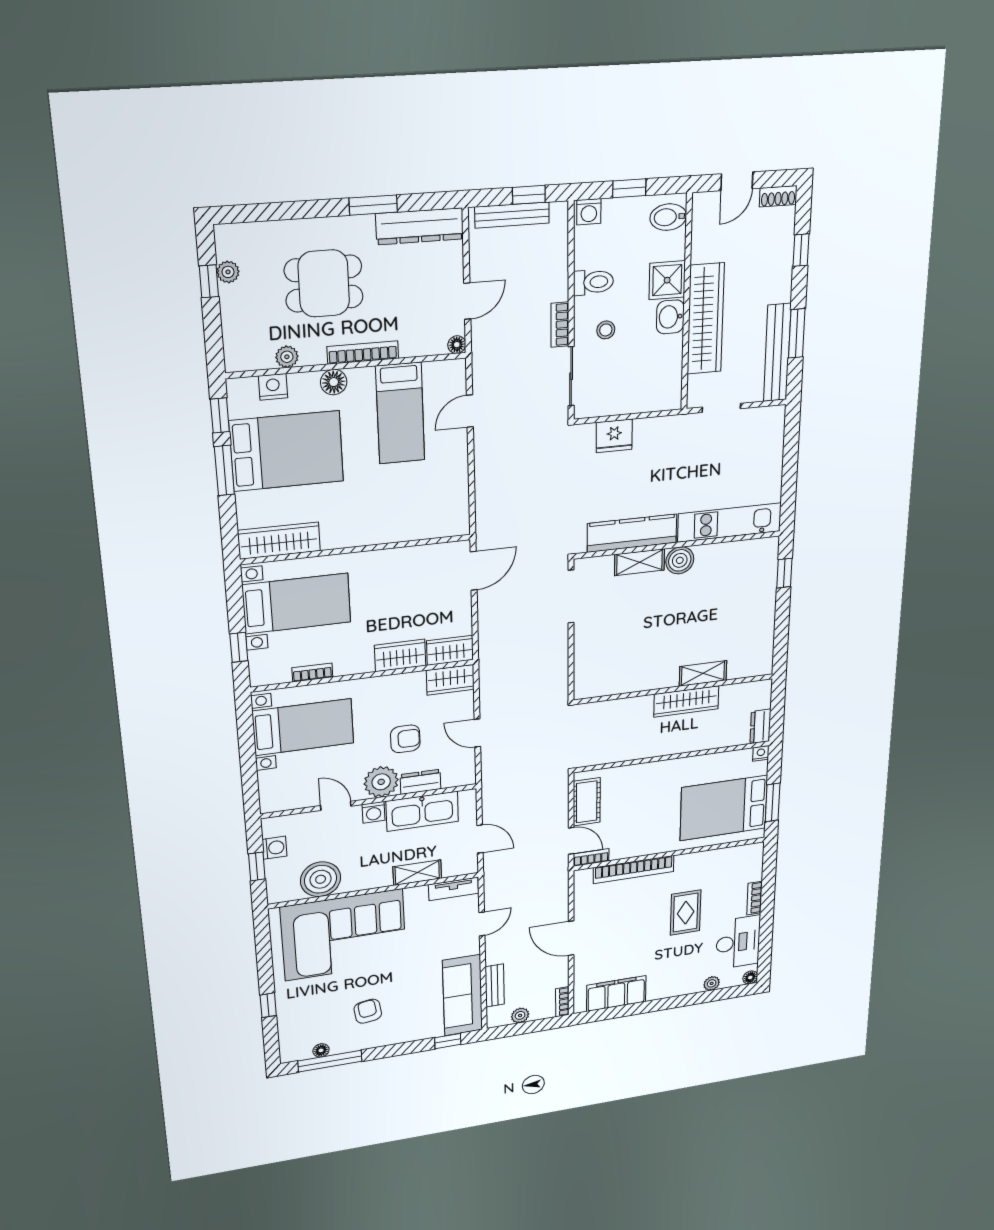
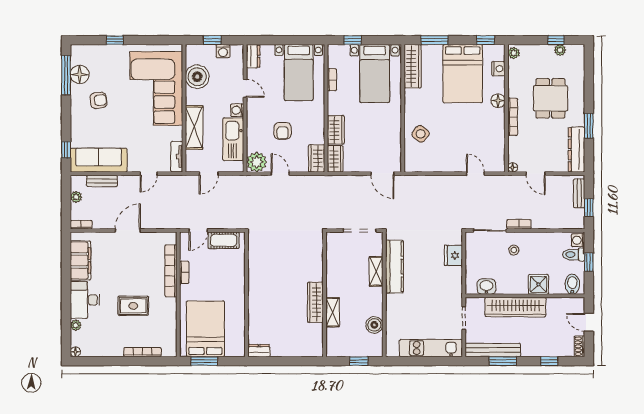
bench: (512, 215) -> (579, 193), width x0.73
toilet: (593, 282) -> (574, 255), moved, turned 90
washbasin: (670, 317) -> (486, 287), moved
plant: (287, 357) -> (514, 53), moved
bed: (400, 413) -> (478, 136), removed
window: (224, 470) -> (435, 40), moved
side table: (401, 514) -> (421, 134), added
kitchen unit: (730, 522) -> (431, 348), moved, turned -90
boiler: (680, 560) -> (374, 325), moved
shelving: (703, 673) -> (333, 312), moved
wall: (674, 689) -> (325, 294), moved
wardrobe: (686, 701) -> (315, 302), moved
door: (477, 733) -> (280, 174), hinge flipped
nightstand: (761, 753) -> (240, 352), removed
plant: (381, 782) -> (257, 162), moved
dresser: (420, 782) -> (253, 56), moved
door: (336, 806) -> (245, 88), hinge flipped
bookcase: (591, 857) -> (184, 272), moved
shelving: (417, 873) -> (194, 127), width x1.50, depth x1.33
bookcase: (755, 898) -> (143, 352), width x1.56
door: (482, 924) -> (149, 174), hinge flipped
desk: (738, 942) -> (85, 300), moved, turned 90
floor lamp: (321, 1050) -> (80, 74), width x1.89, depth x1.89

